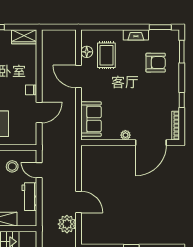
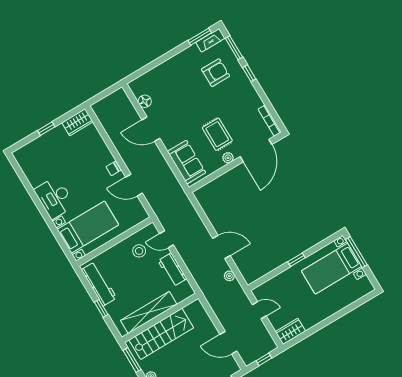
fireplace: (136, 35) -> (210, 40), moved
rug: (106, 55) -> (217, 134), moved
window: (182, 100) -> (249, 73), moved
door: (39, 112) -> (134, 185), swing flipped
plant: (67, 224) -> (229, 276), width x0.53, depth x0.53

